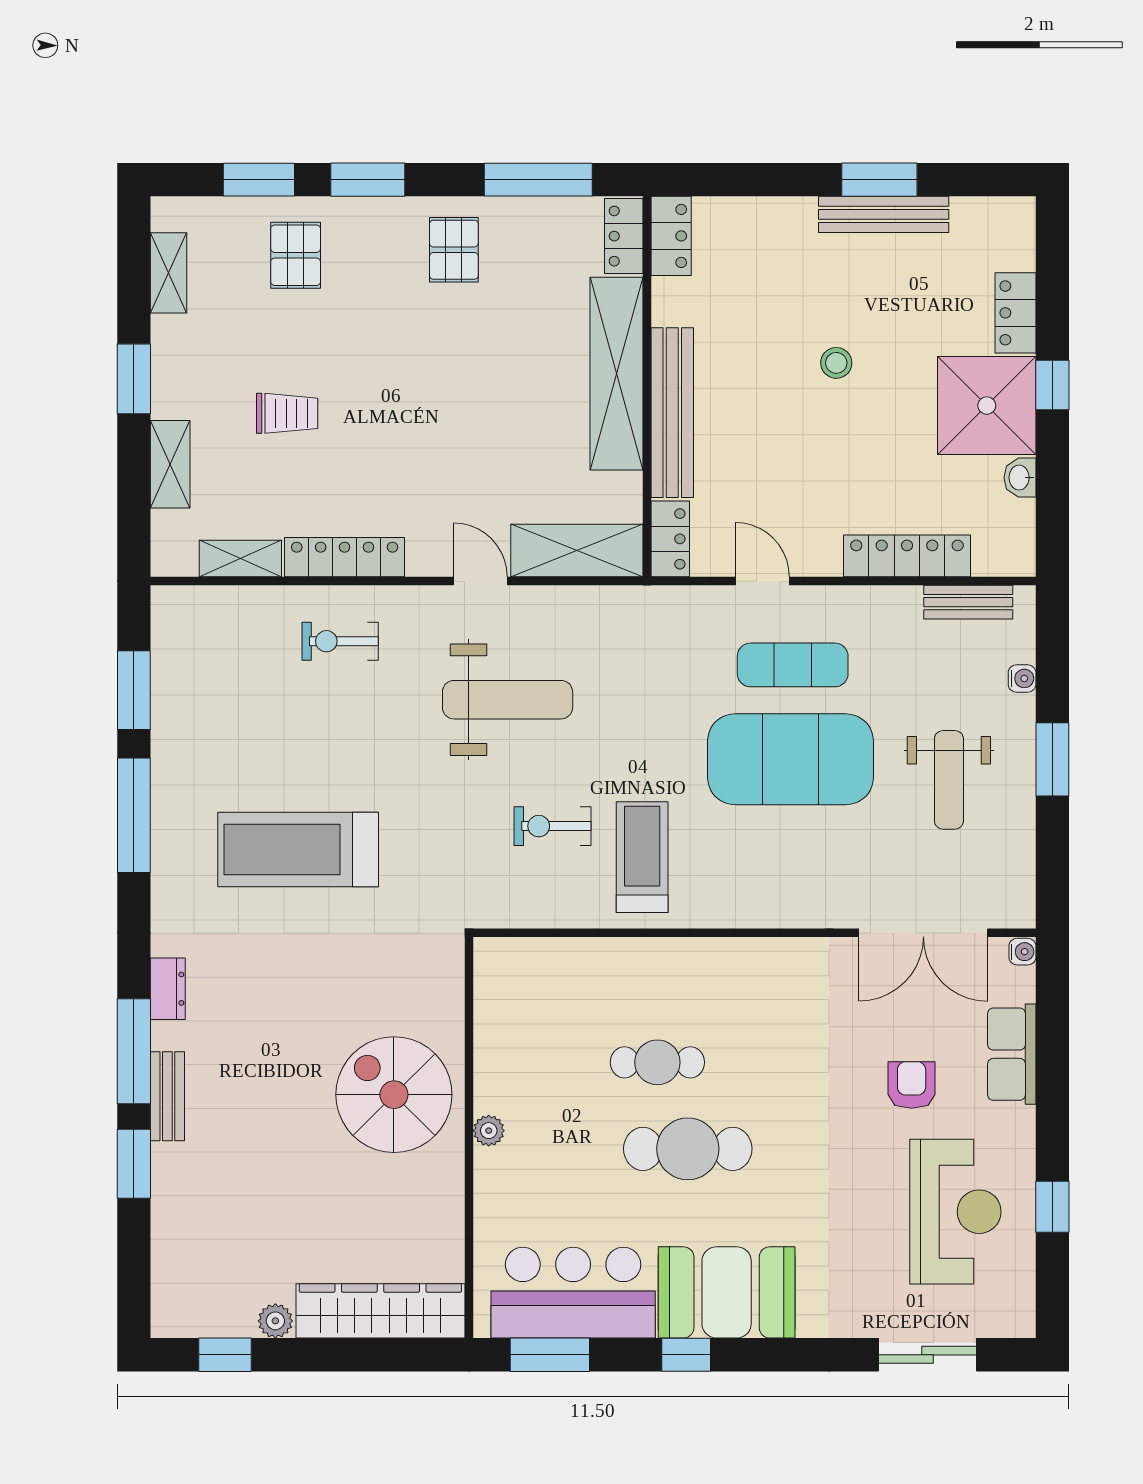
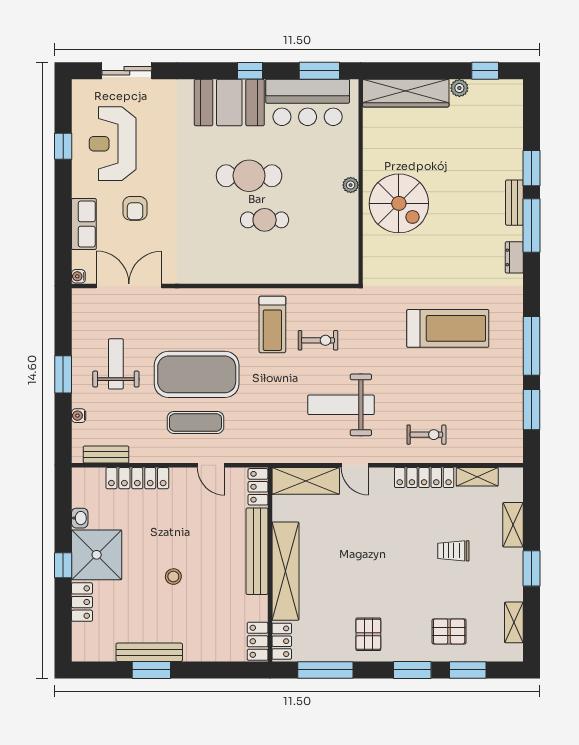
pallet: (296, 255) -> (449, 631), turned 90

